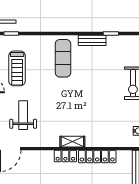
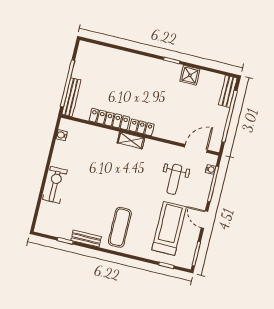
treadmill: (17, 68) -> (169, 228), width x1.37, depth x1.38

